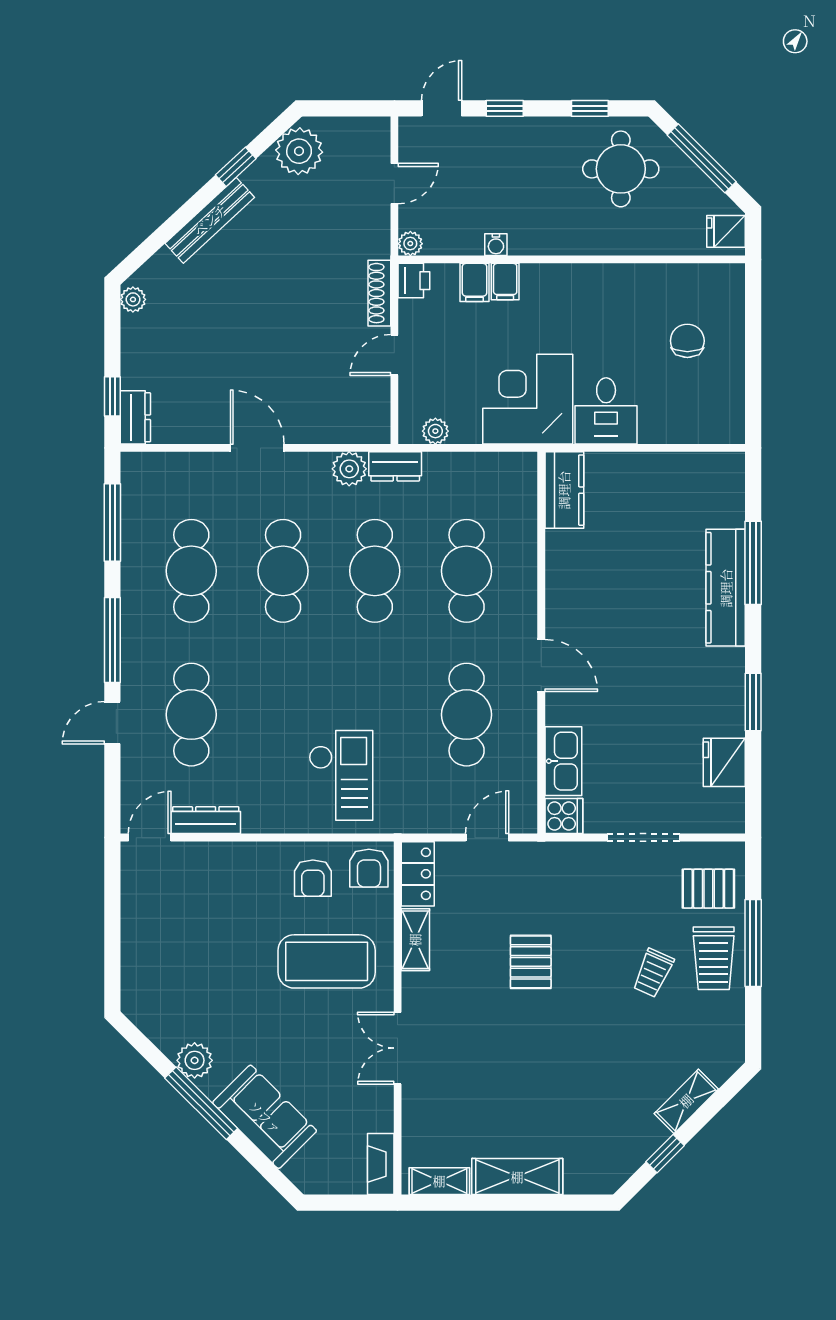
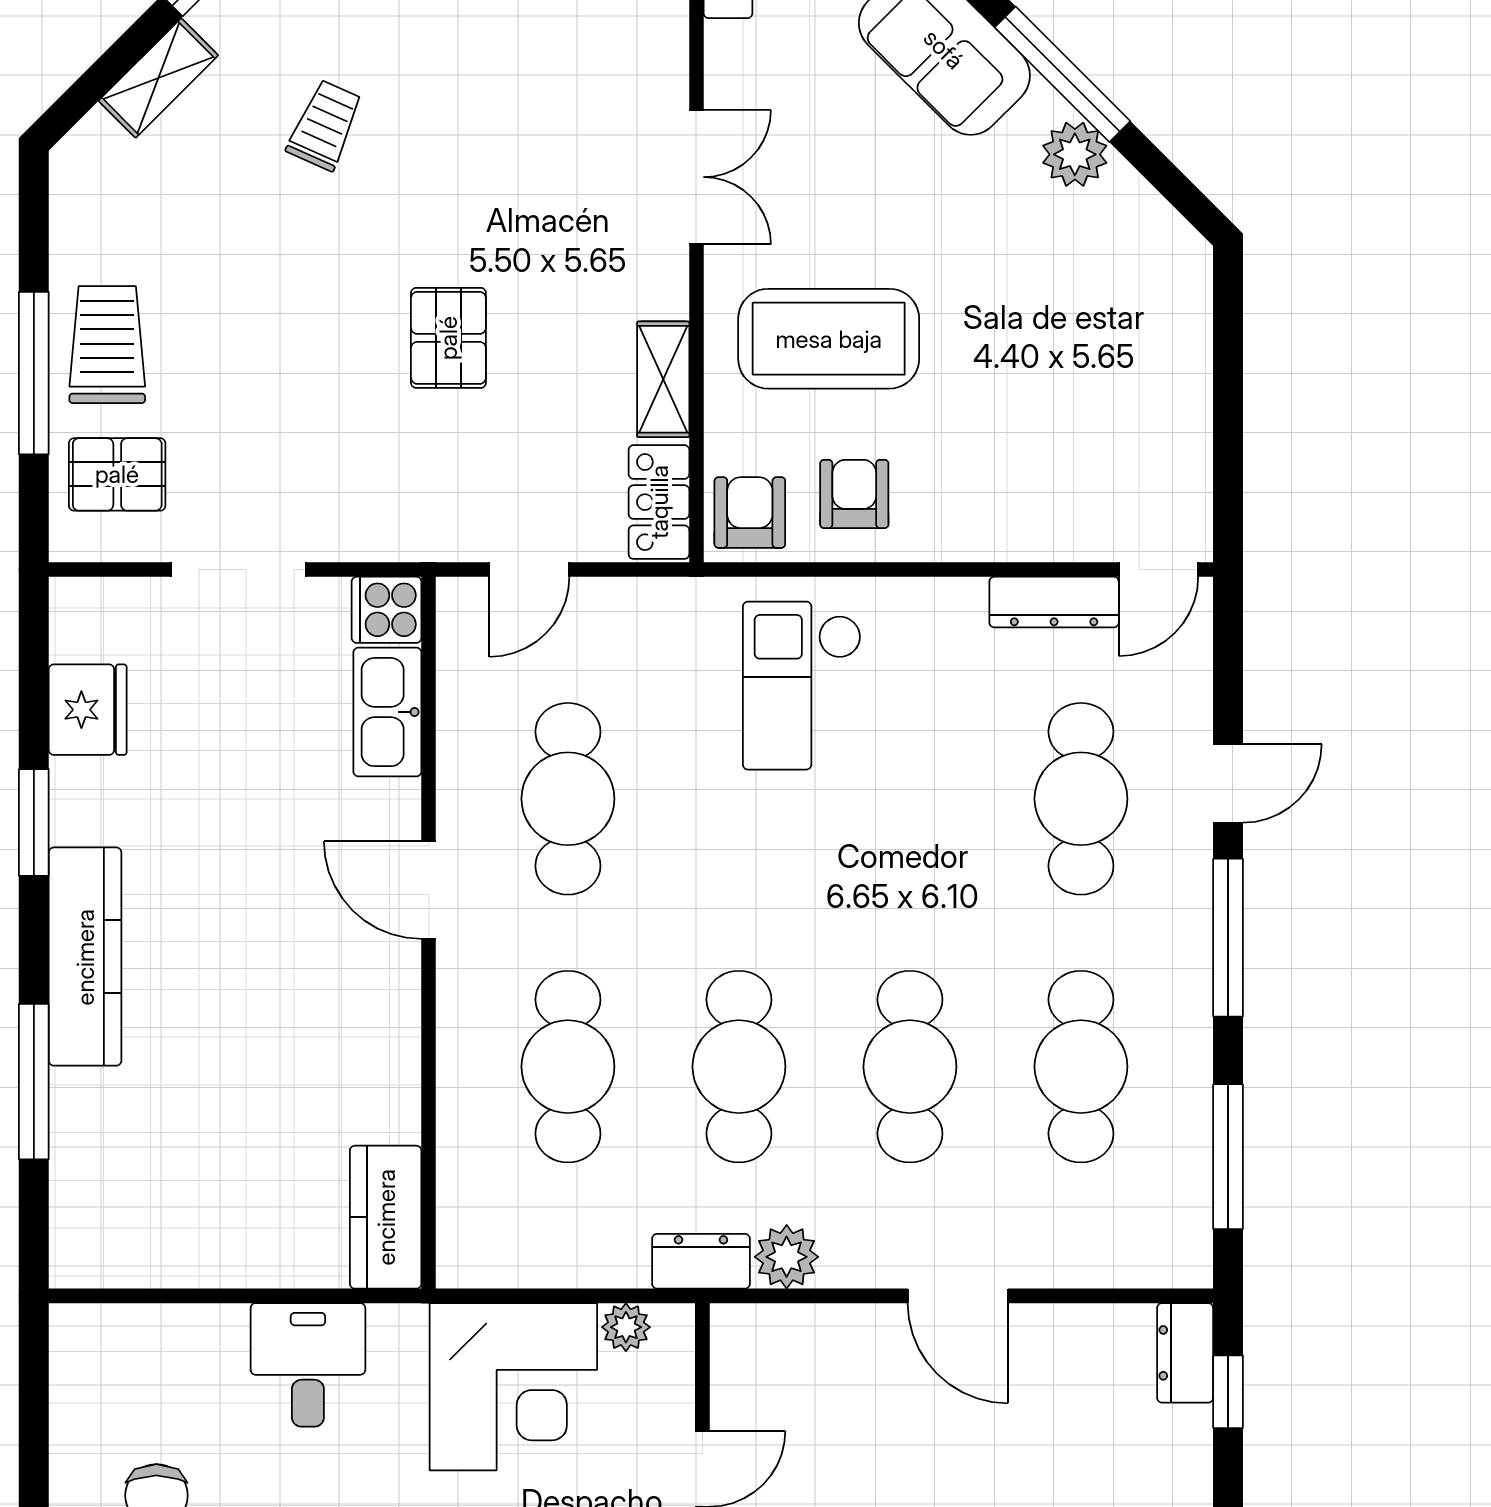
corner desk: (528, 399) -> (513, 1387), moved
kitchen counter: (726, 588) -> (85, 957), moved
trolley: (653, 973) -> (325, 125), moved

